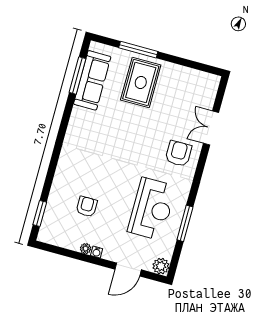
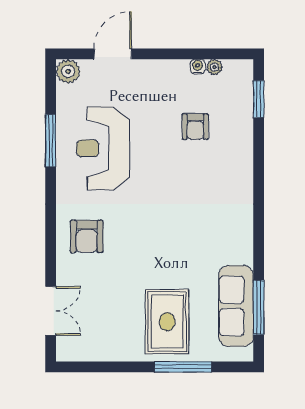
double door: (211, 128) -> (51, 311), moved
plant: (86, 249) -> (214, 67), moved
water cooler: (97, 252) -> (198, 66), moved

